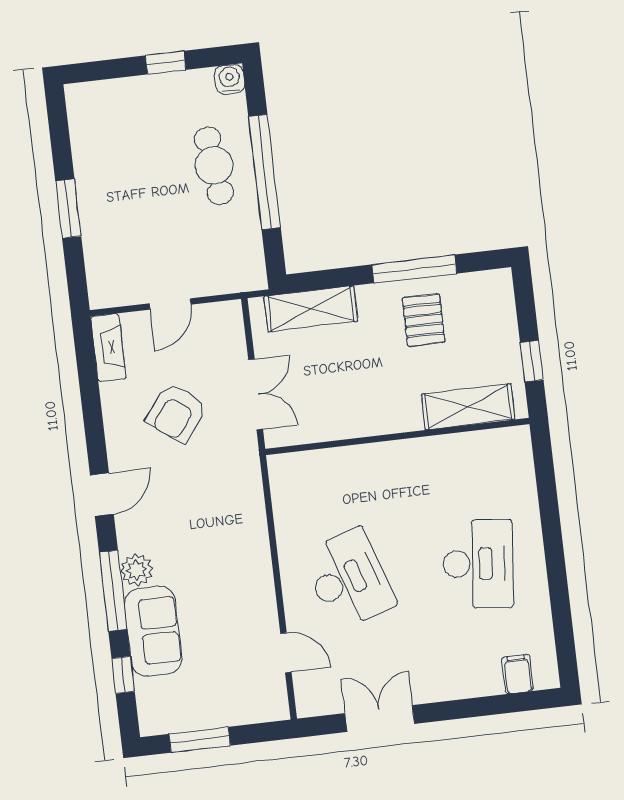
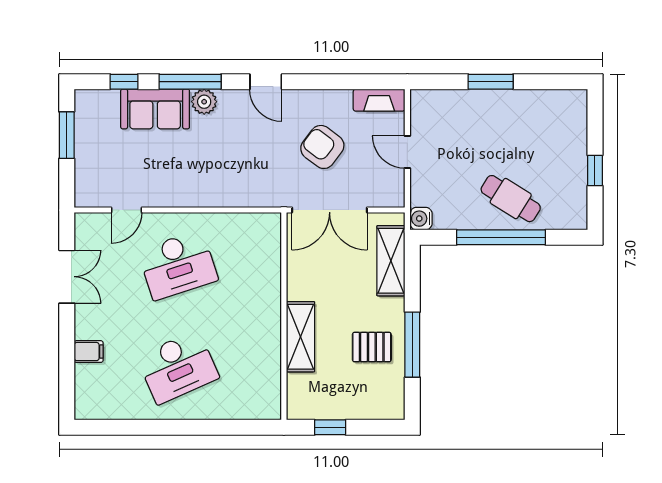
water cooler: (230, 79) -> (421, 219), moved, turned 180
cafe table: (214, 166) -> (511, 199), turned 39
double door: (256, 394) -> (330, 210), width x1.37
shelving: (468, 407) -> (300, 337), moved
desk: (478, 564) -> (178, 367), turned -30
filing cabinet: (518, 674) -> (89, 352), moved

